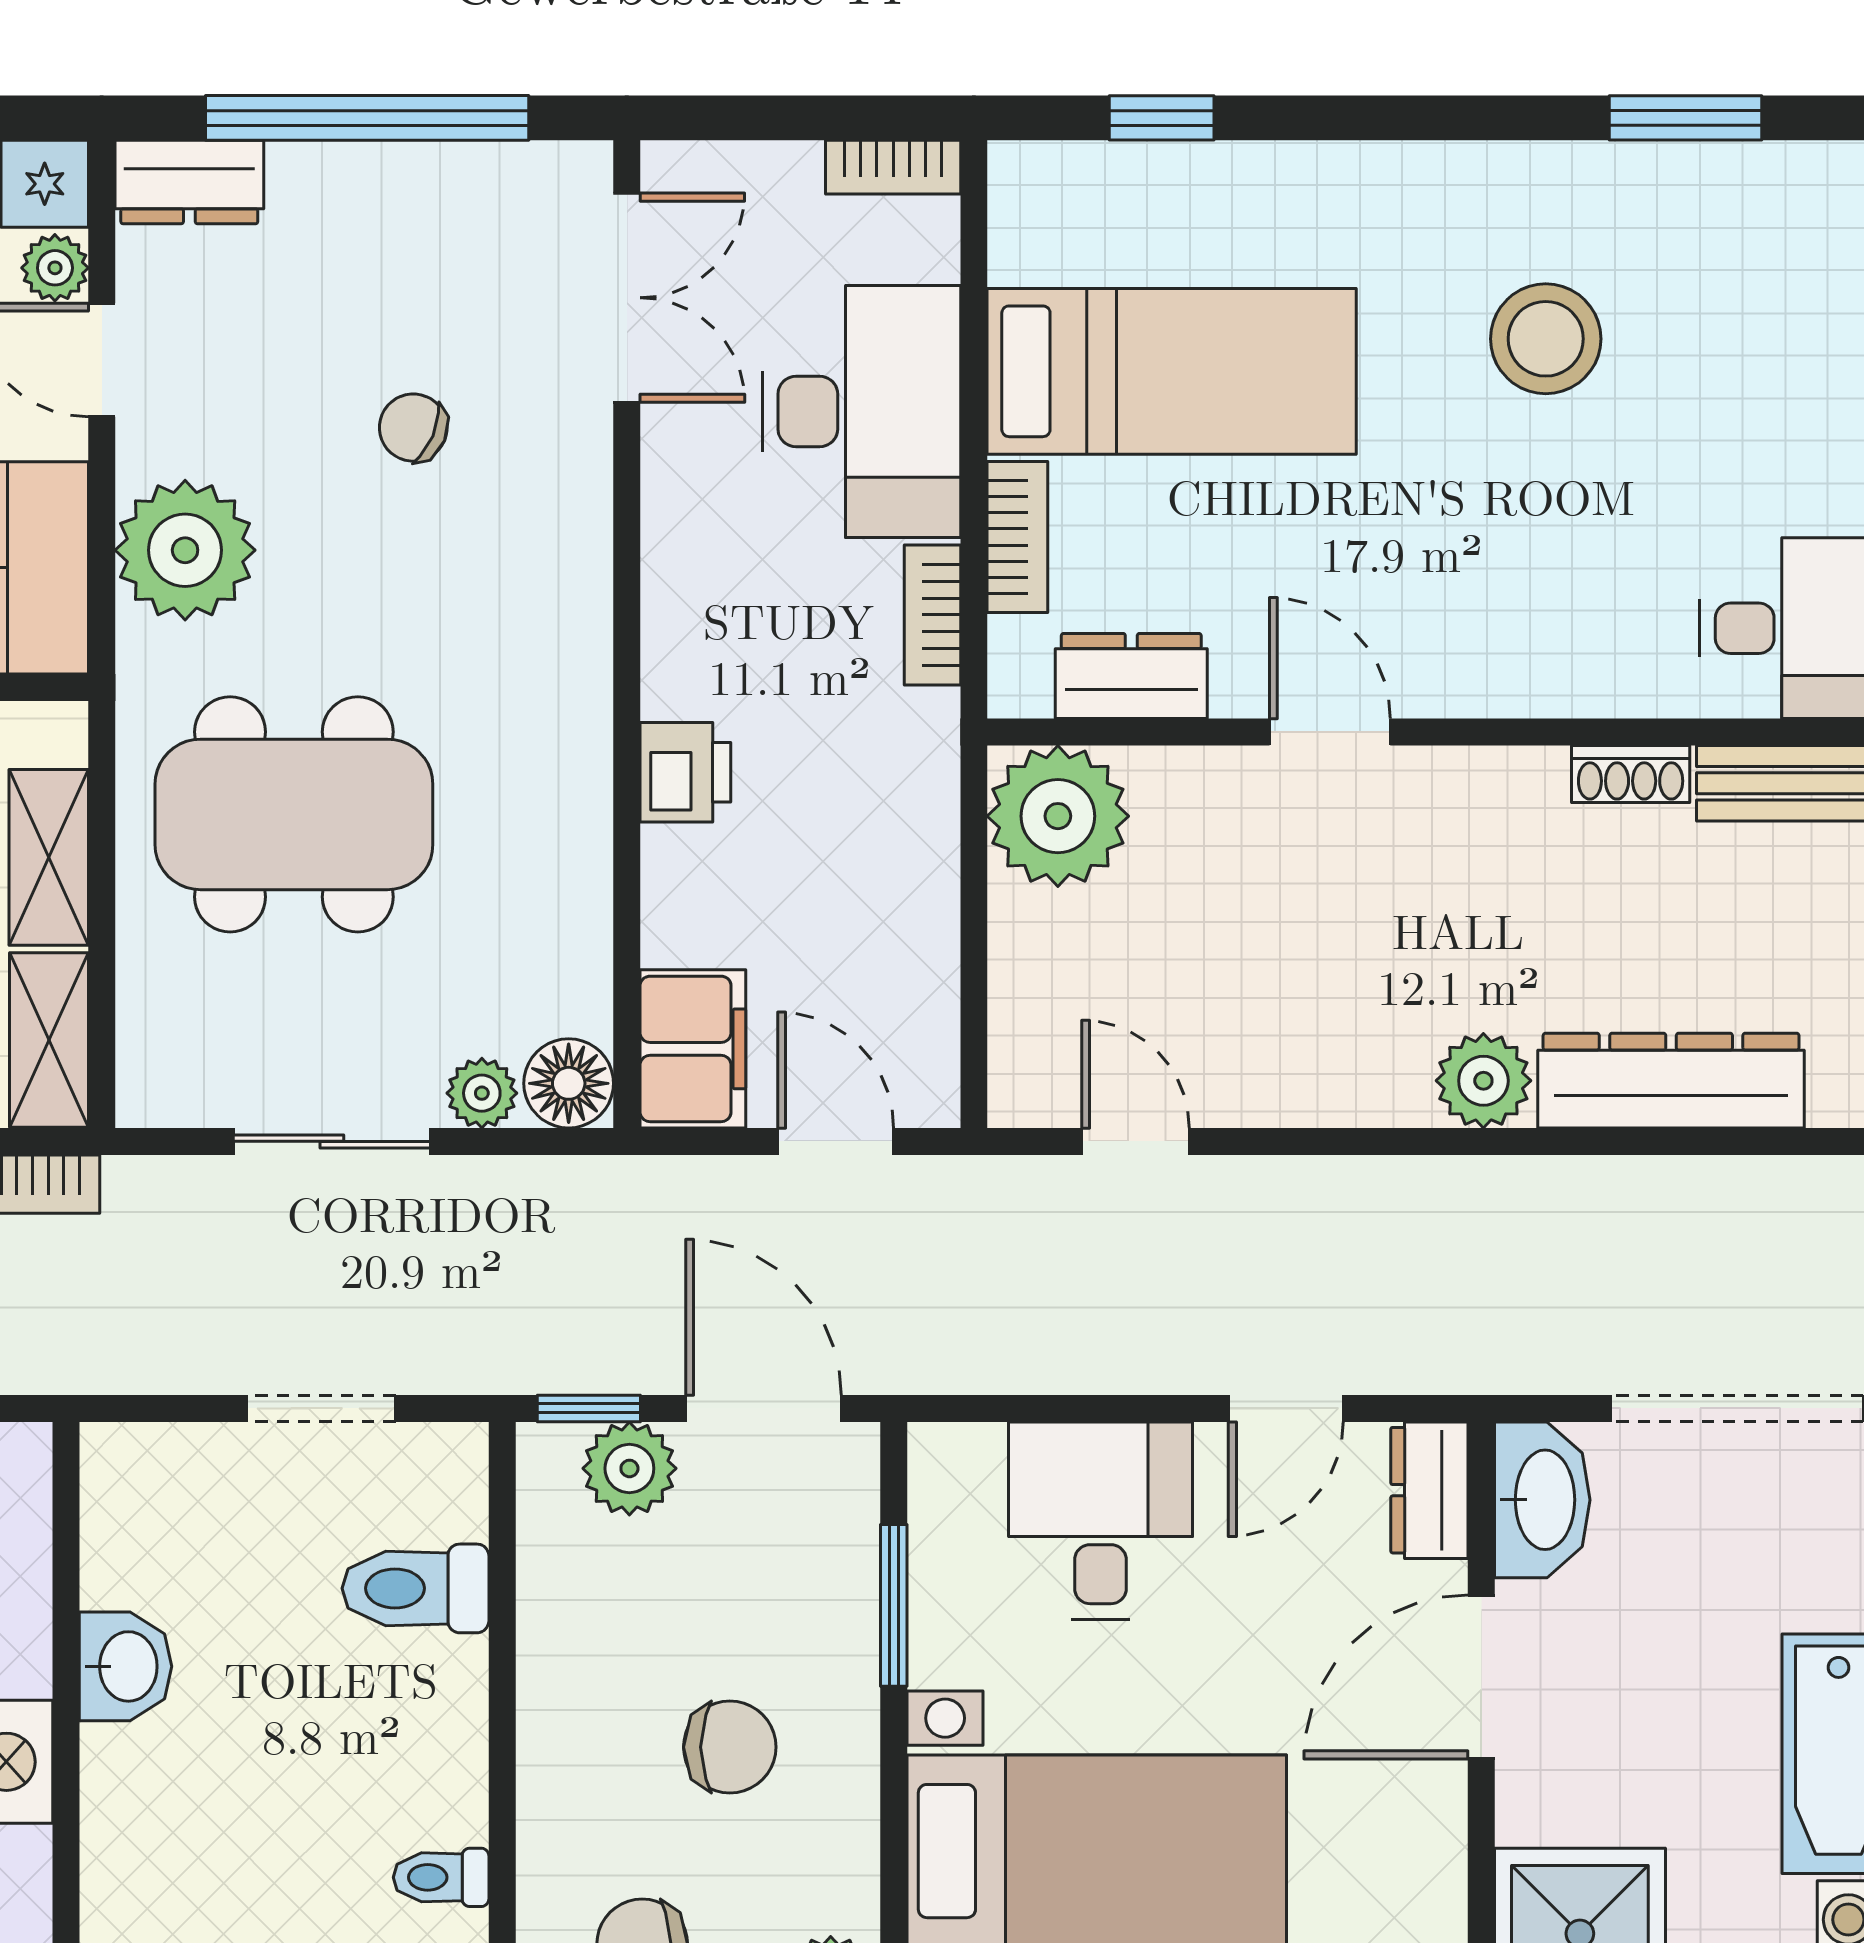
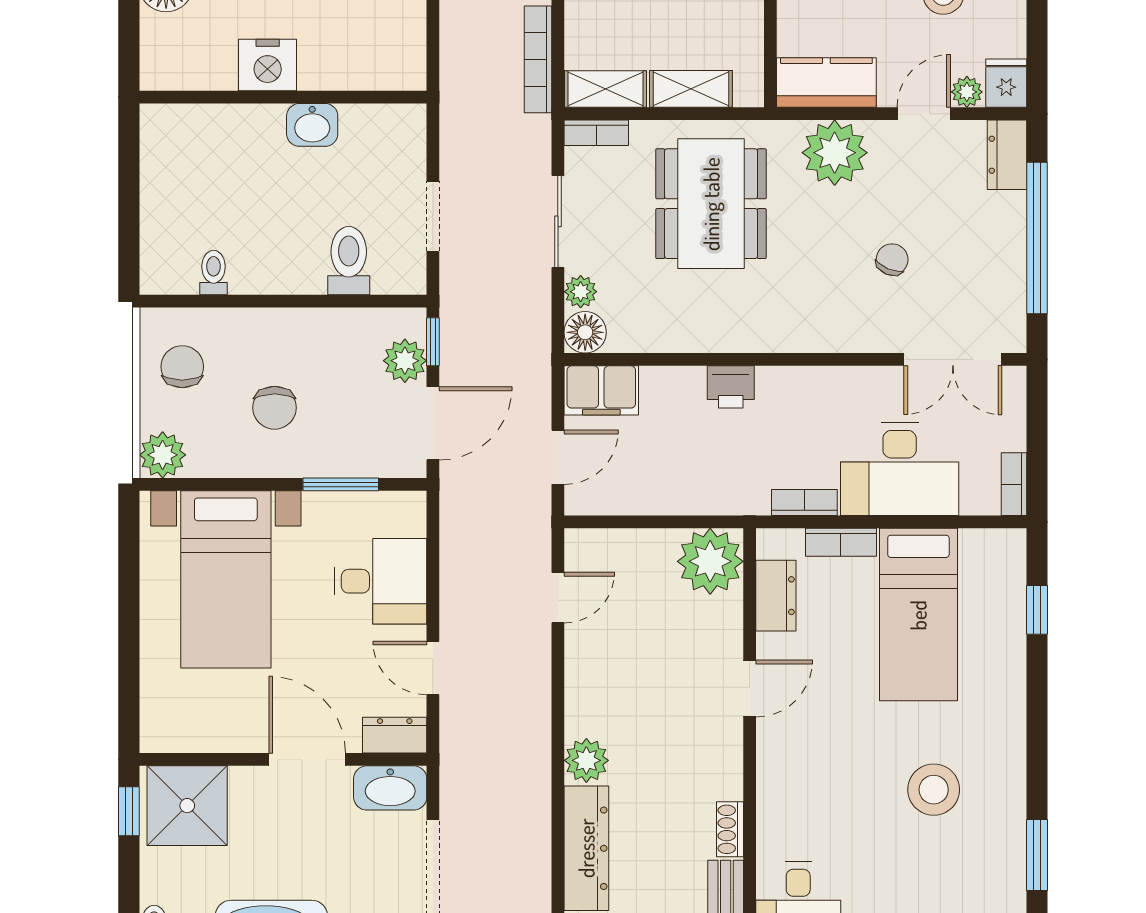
bookcase: (143, 1059) -> (596, 133), added

